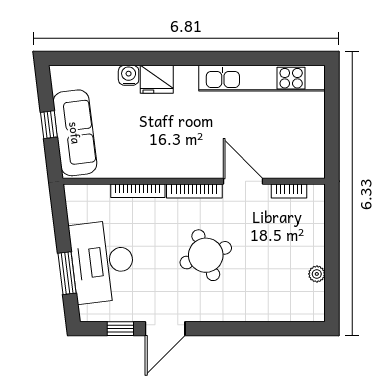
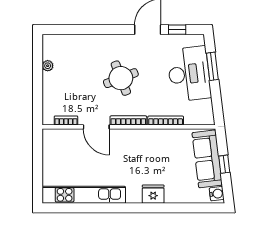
water cooler: (129, 75) -> (217, 194), moved, turned -97

